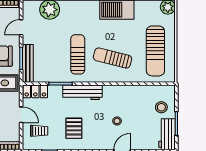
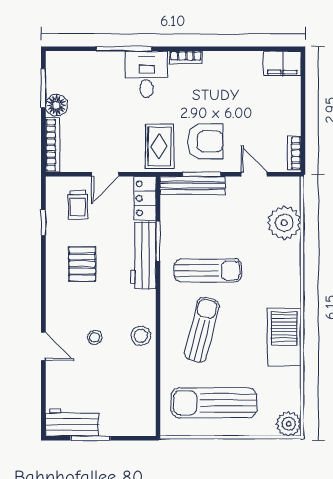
workbench: (83, 92) -> (143, 255), moved
stool: (161, 107) -> (141, 336), moved
pallet: (74, 128) -> (82, 264), turned 90

